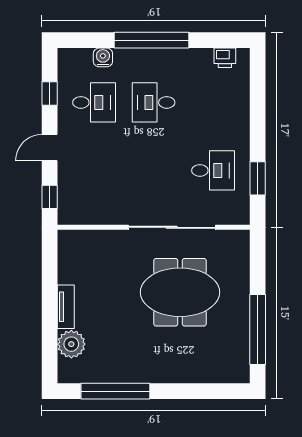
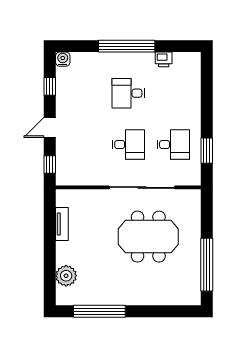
water cooler: (103, 57) -> (63, 59), moved
printer: (225, 58) -> (164, 59), moved
desk: (94, 102) -> (128, 145), moved
tv unit: (66, 307) -> (62, 224), moved

